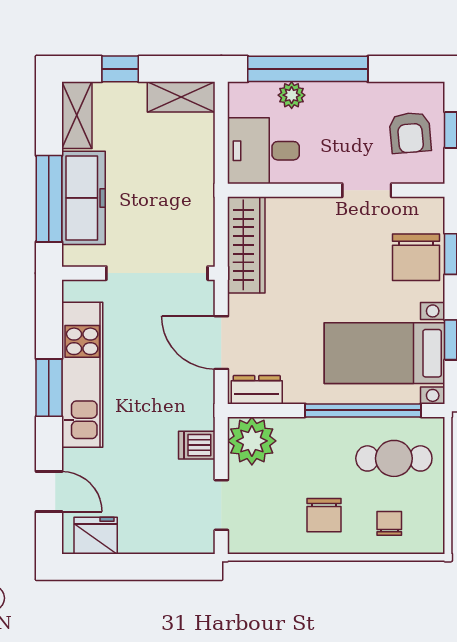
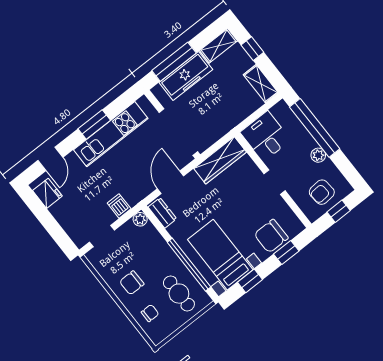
plant: (292, 95) -> (318, 155), moved
doorway: (367, 190) -> (275, 182), moved
plant: (252, 441) -> (140, 219), width x0.53, depth x0.53

